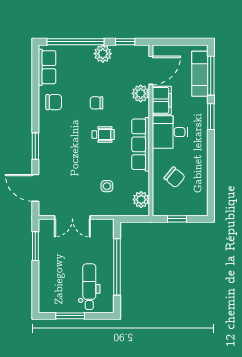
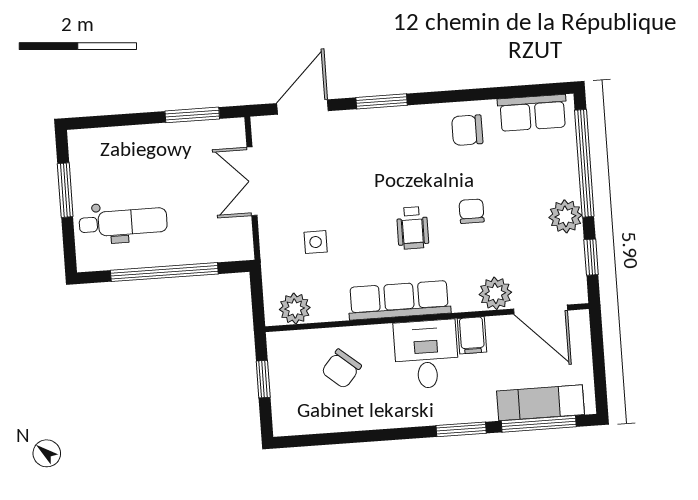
filing cabinet: (162, 100) -> (472, 335), width x0.50
chair: (54, 102) -> (467, 130), turned 90

